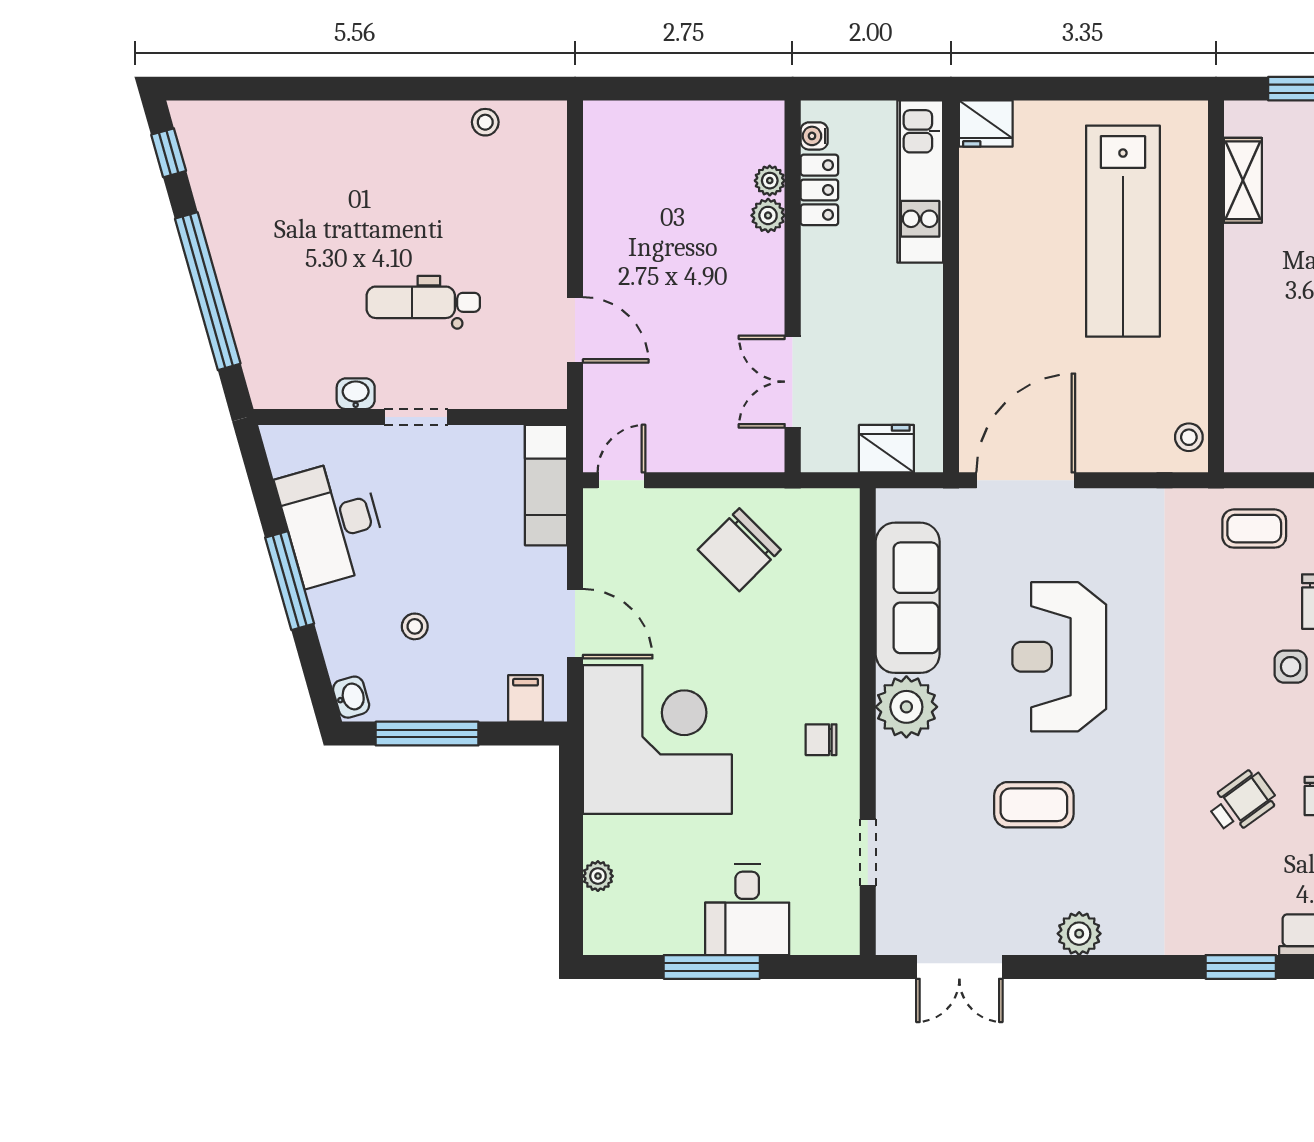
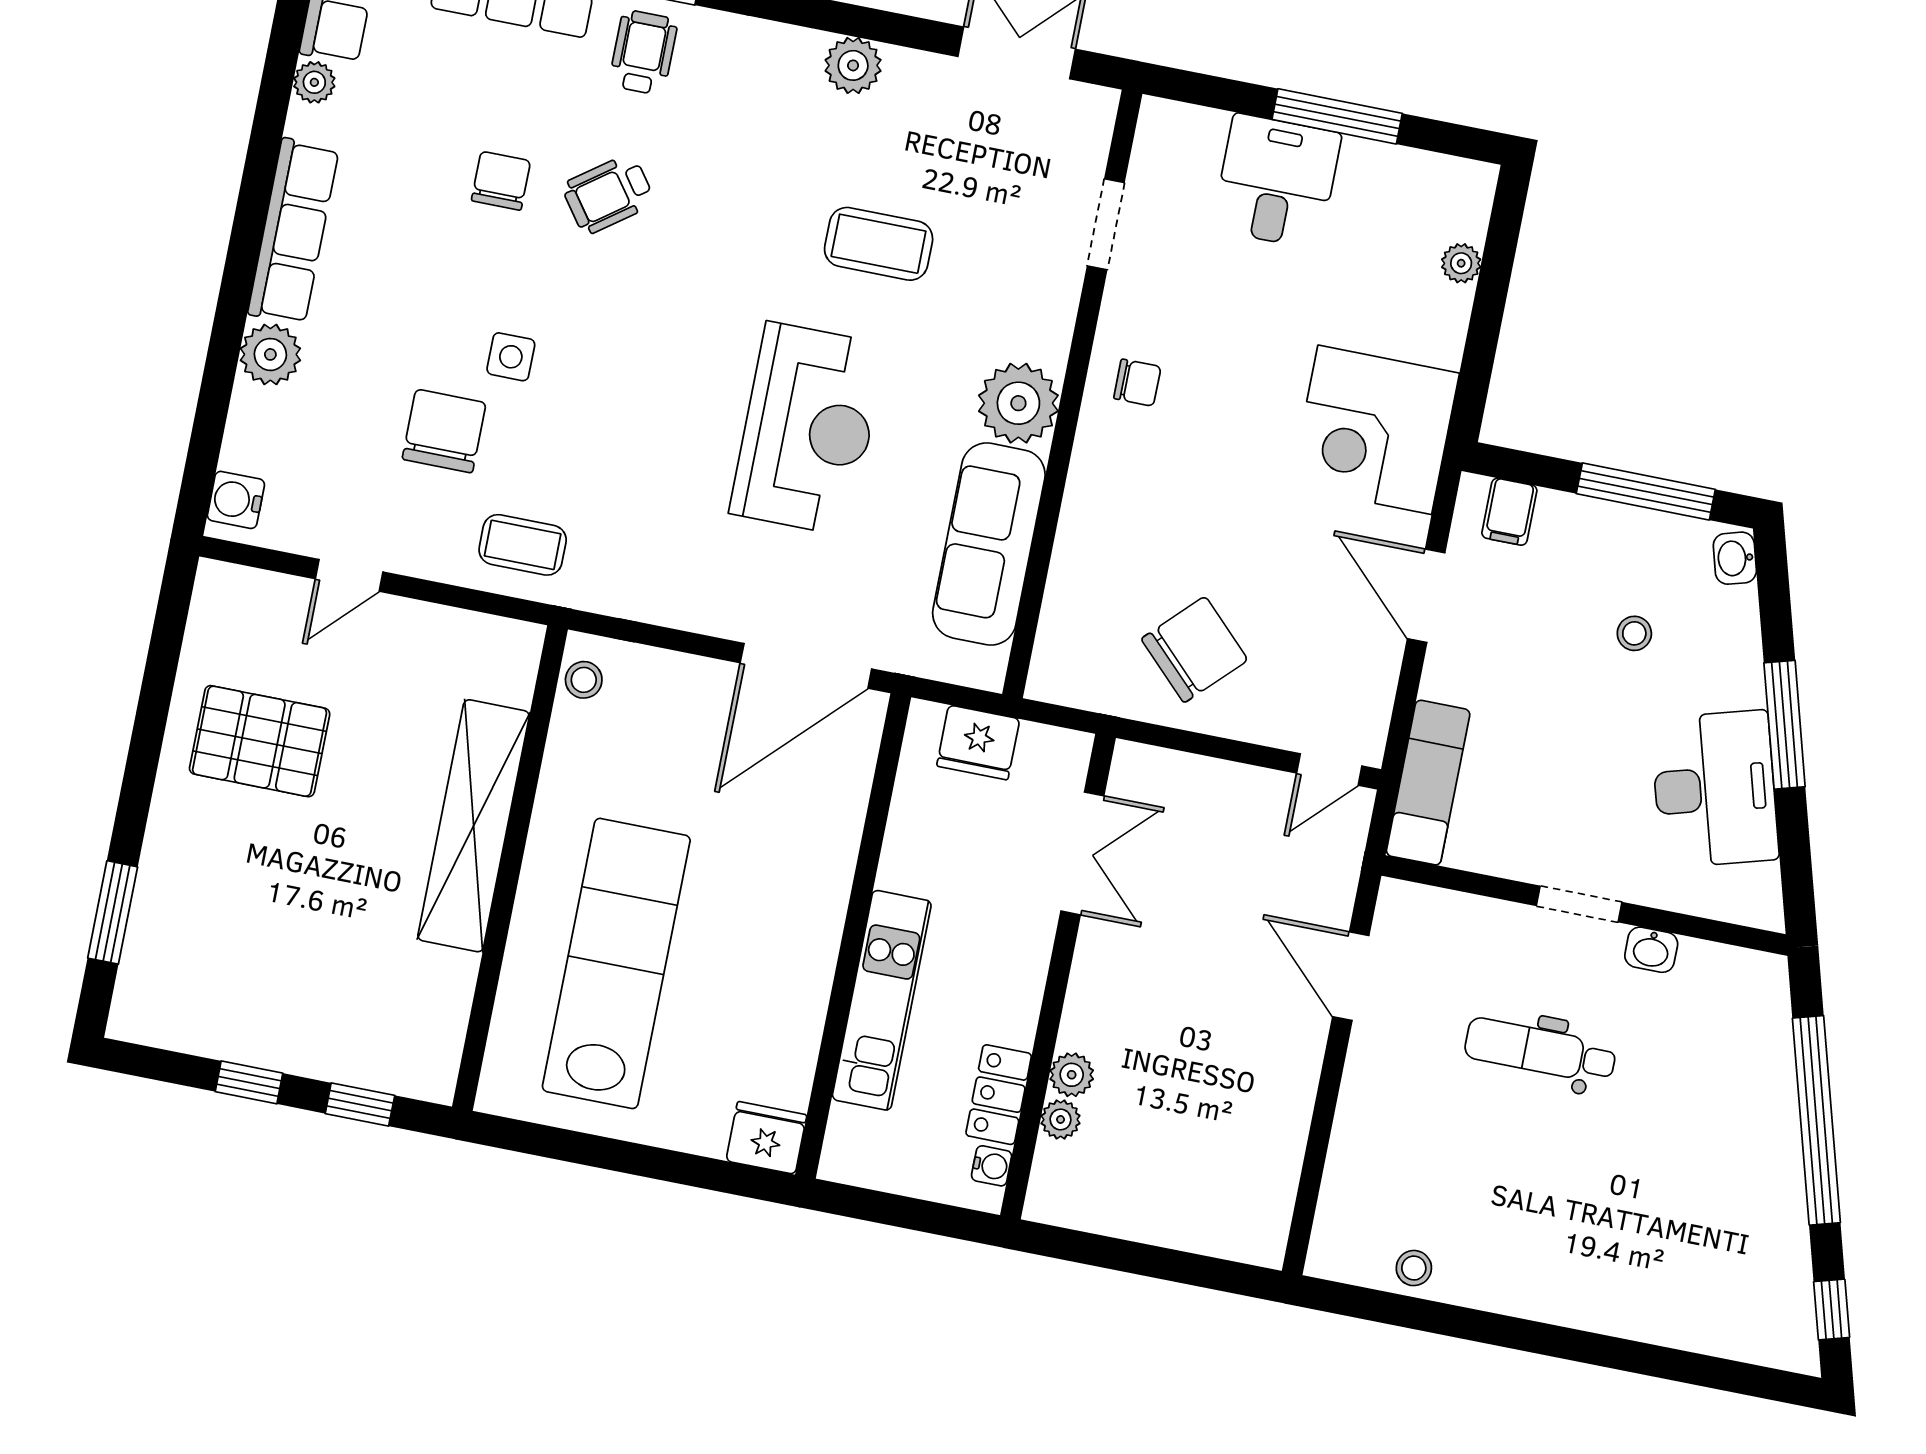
shelving: (1243, 180) -> (474, 826), moved, width x2.20, depth x1.33
kitchen unit: (920, 182) -> (882, 1000), moved
dental chair: (423, 302) -> (1540, 1051), turned 180
corner desk: (657, 740) -> (1375, 430), width x0.74, depth x0.74
wheelchair: (1237, 912) -> (643, 52), added

